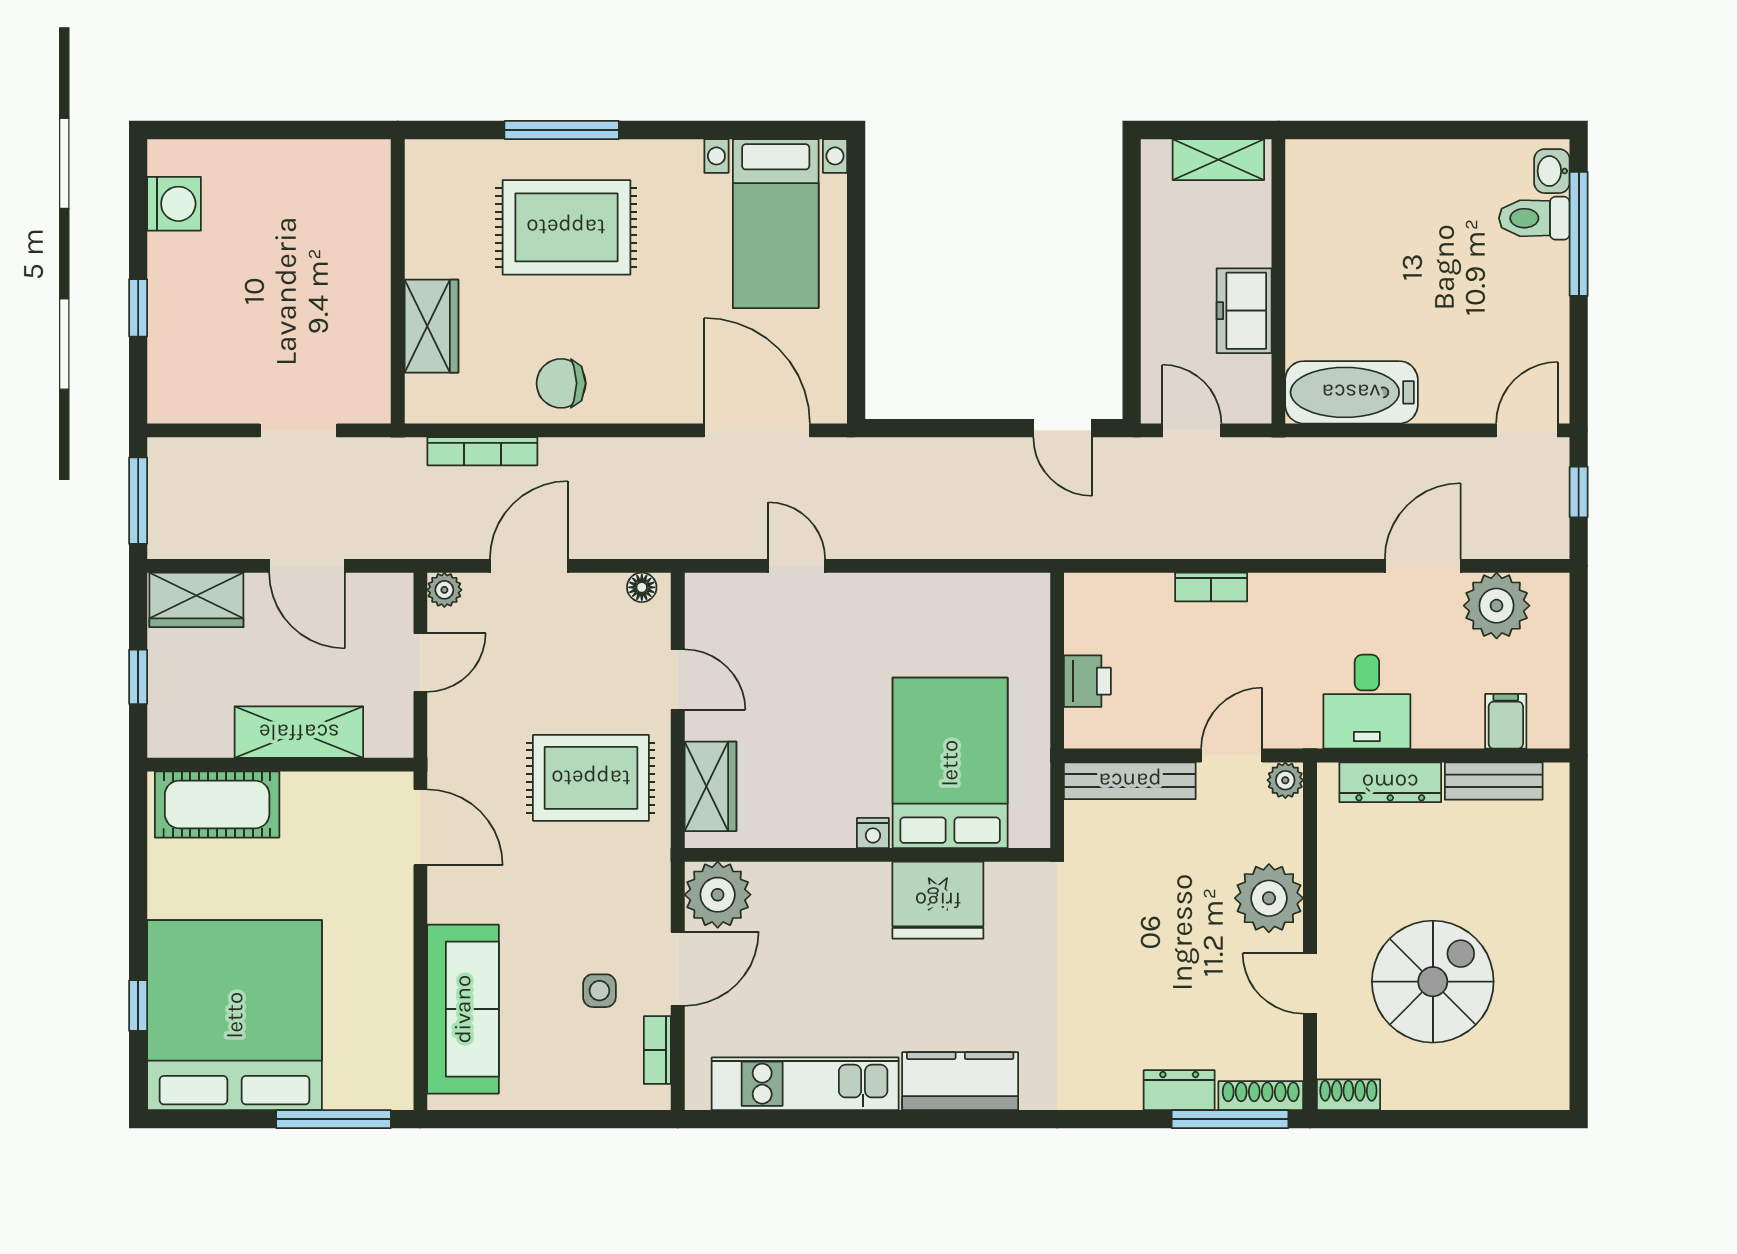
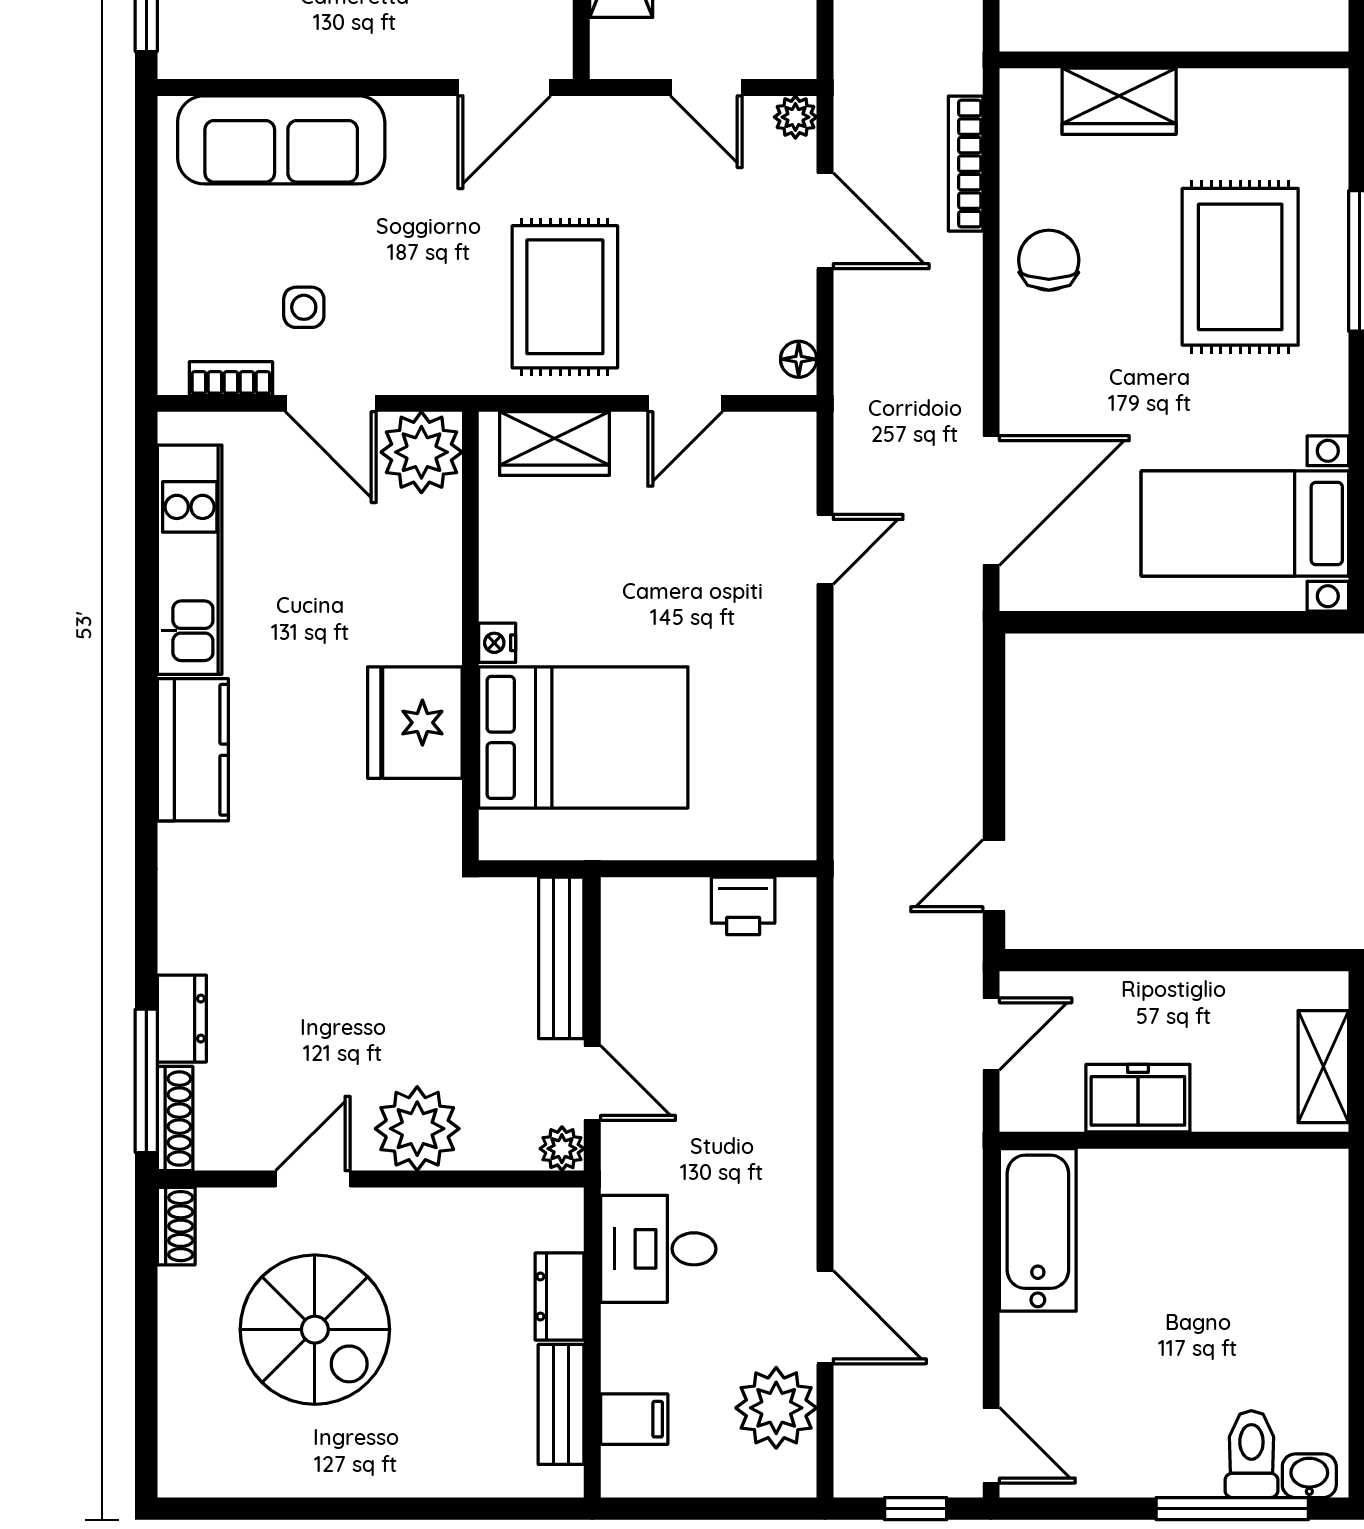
bookcase: (1211, 587) -> (799, 1058), removed
printer: (1087, 681) -> (743, 906), moved
dresser: (1390, 782) -> (559, 1296), width x0.70

